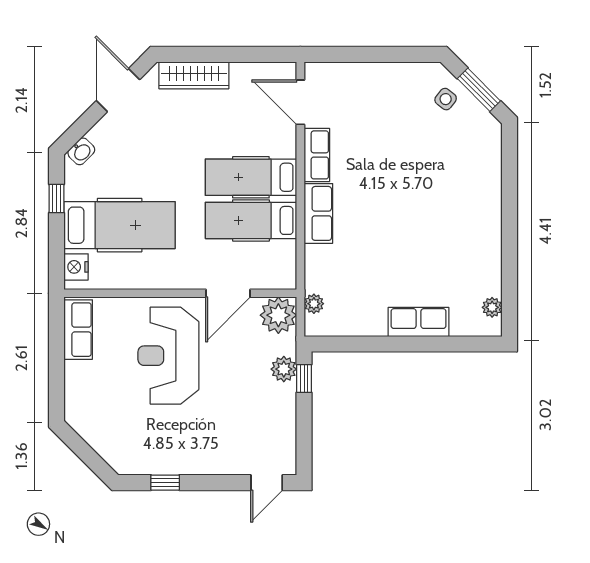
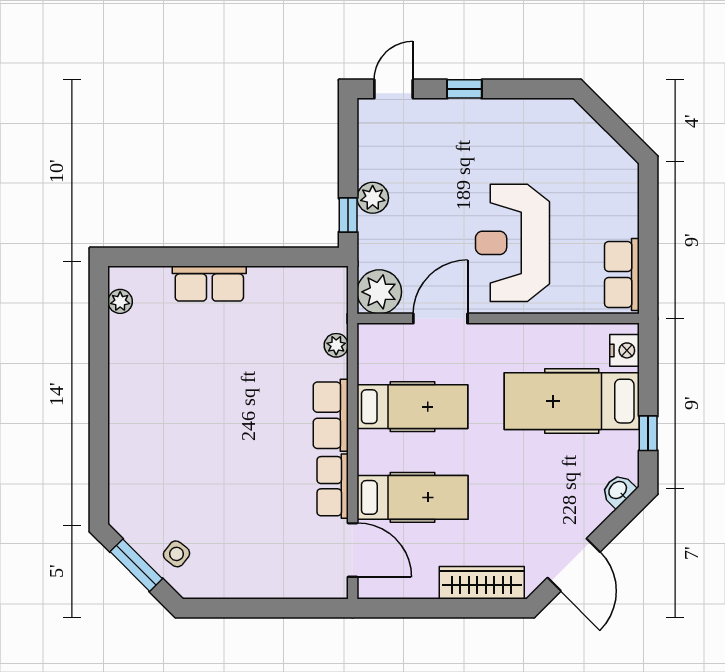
hospital bed: (251, 177) -> (412, 497), moved
plant: (314, 304) -> (336, 345), moved
reception desk: (168, 356) -> (512, 243), turned 180
plant: (284, 369) -> (373, 198), moved
window: (165, 483) -> (464, 89), moved

